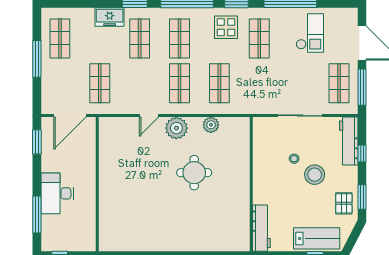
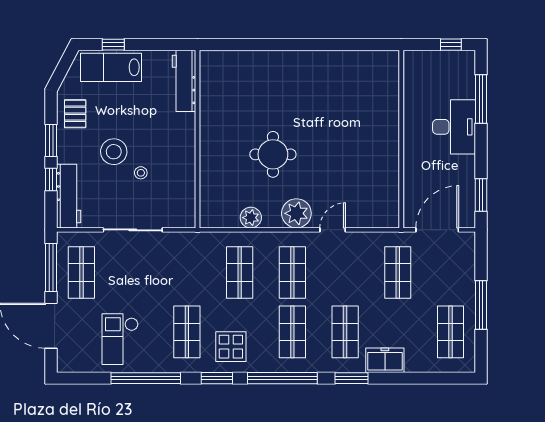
window: (362, 197) -> (51, 140), moved

